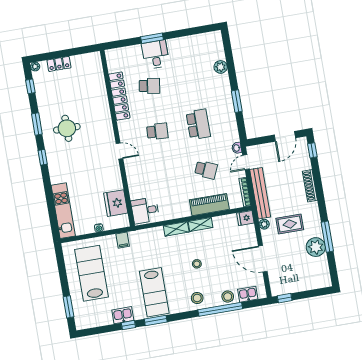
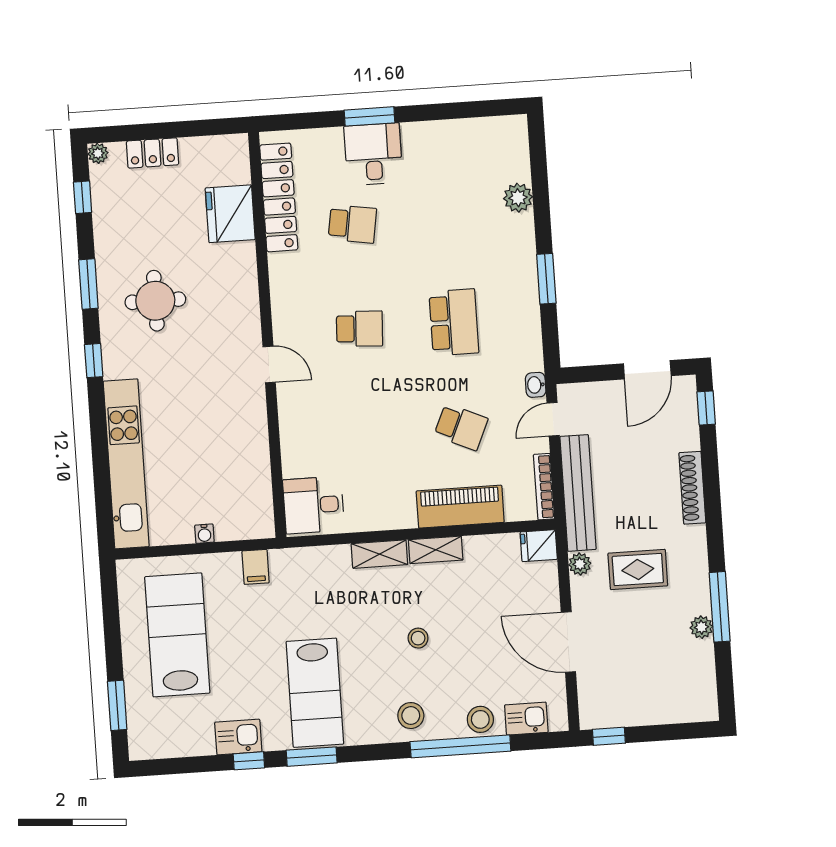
locker: (119, 96) -> (279, 197), moved
fridge: (116, 203) -> (230, 214), moved
kitchen unit: (63, 211) -> (126, 464), width x1.36
plant: (316, 247) -> (701, 627), width x0.53, depth x0.53

